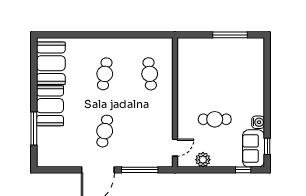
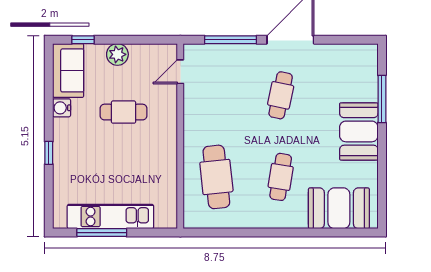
kitchen unit: (224, 46) -> (110, 217), added
booth: (51, 63) -> (339, 208), moved, turned 90
cafe table: (150, 74) -> (216, 177), width x1.37, depth x1.35
window: (267, 146) -> (49, 153), moved
plant: (203, 160) -> (117, 54), moved

